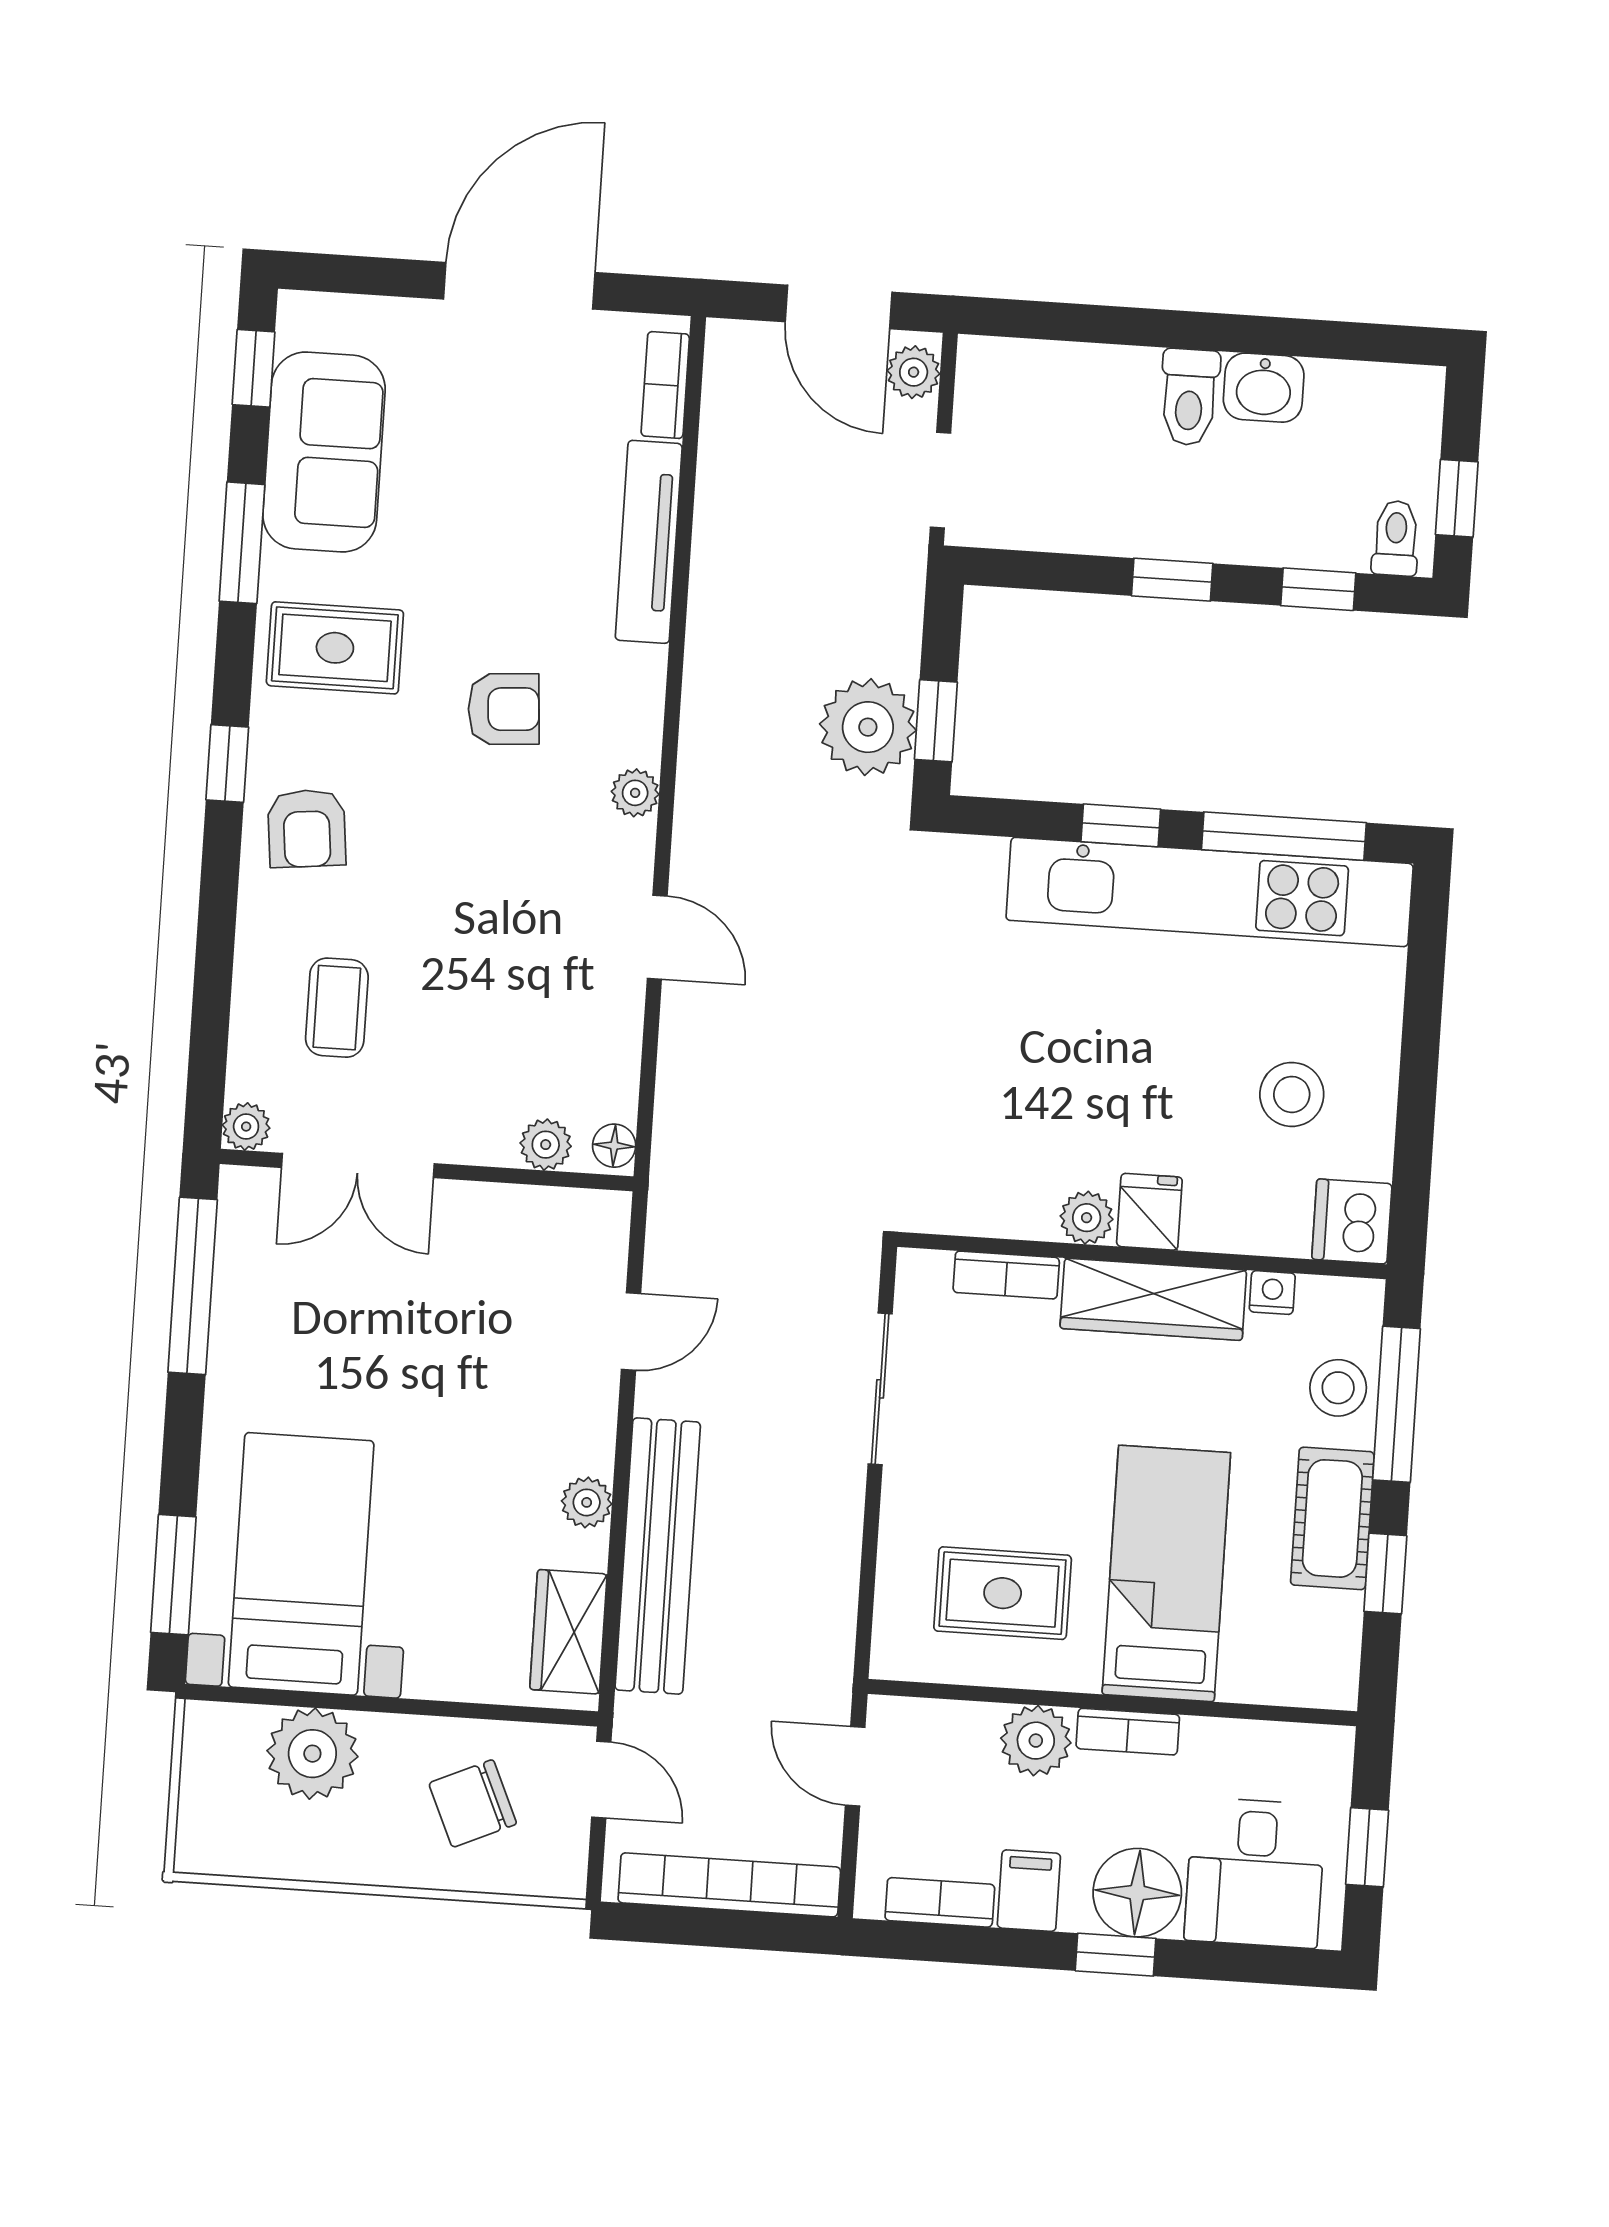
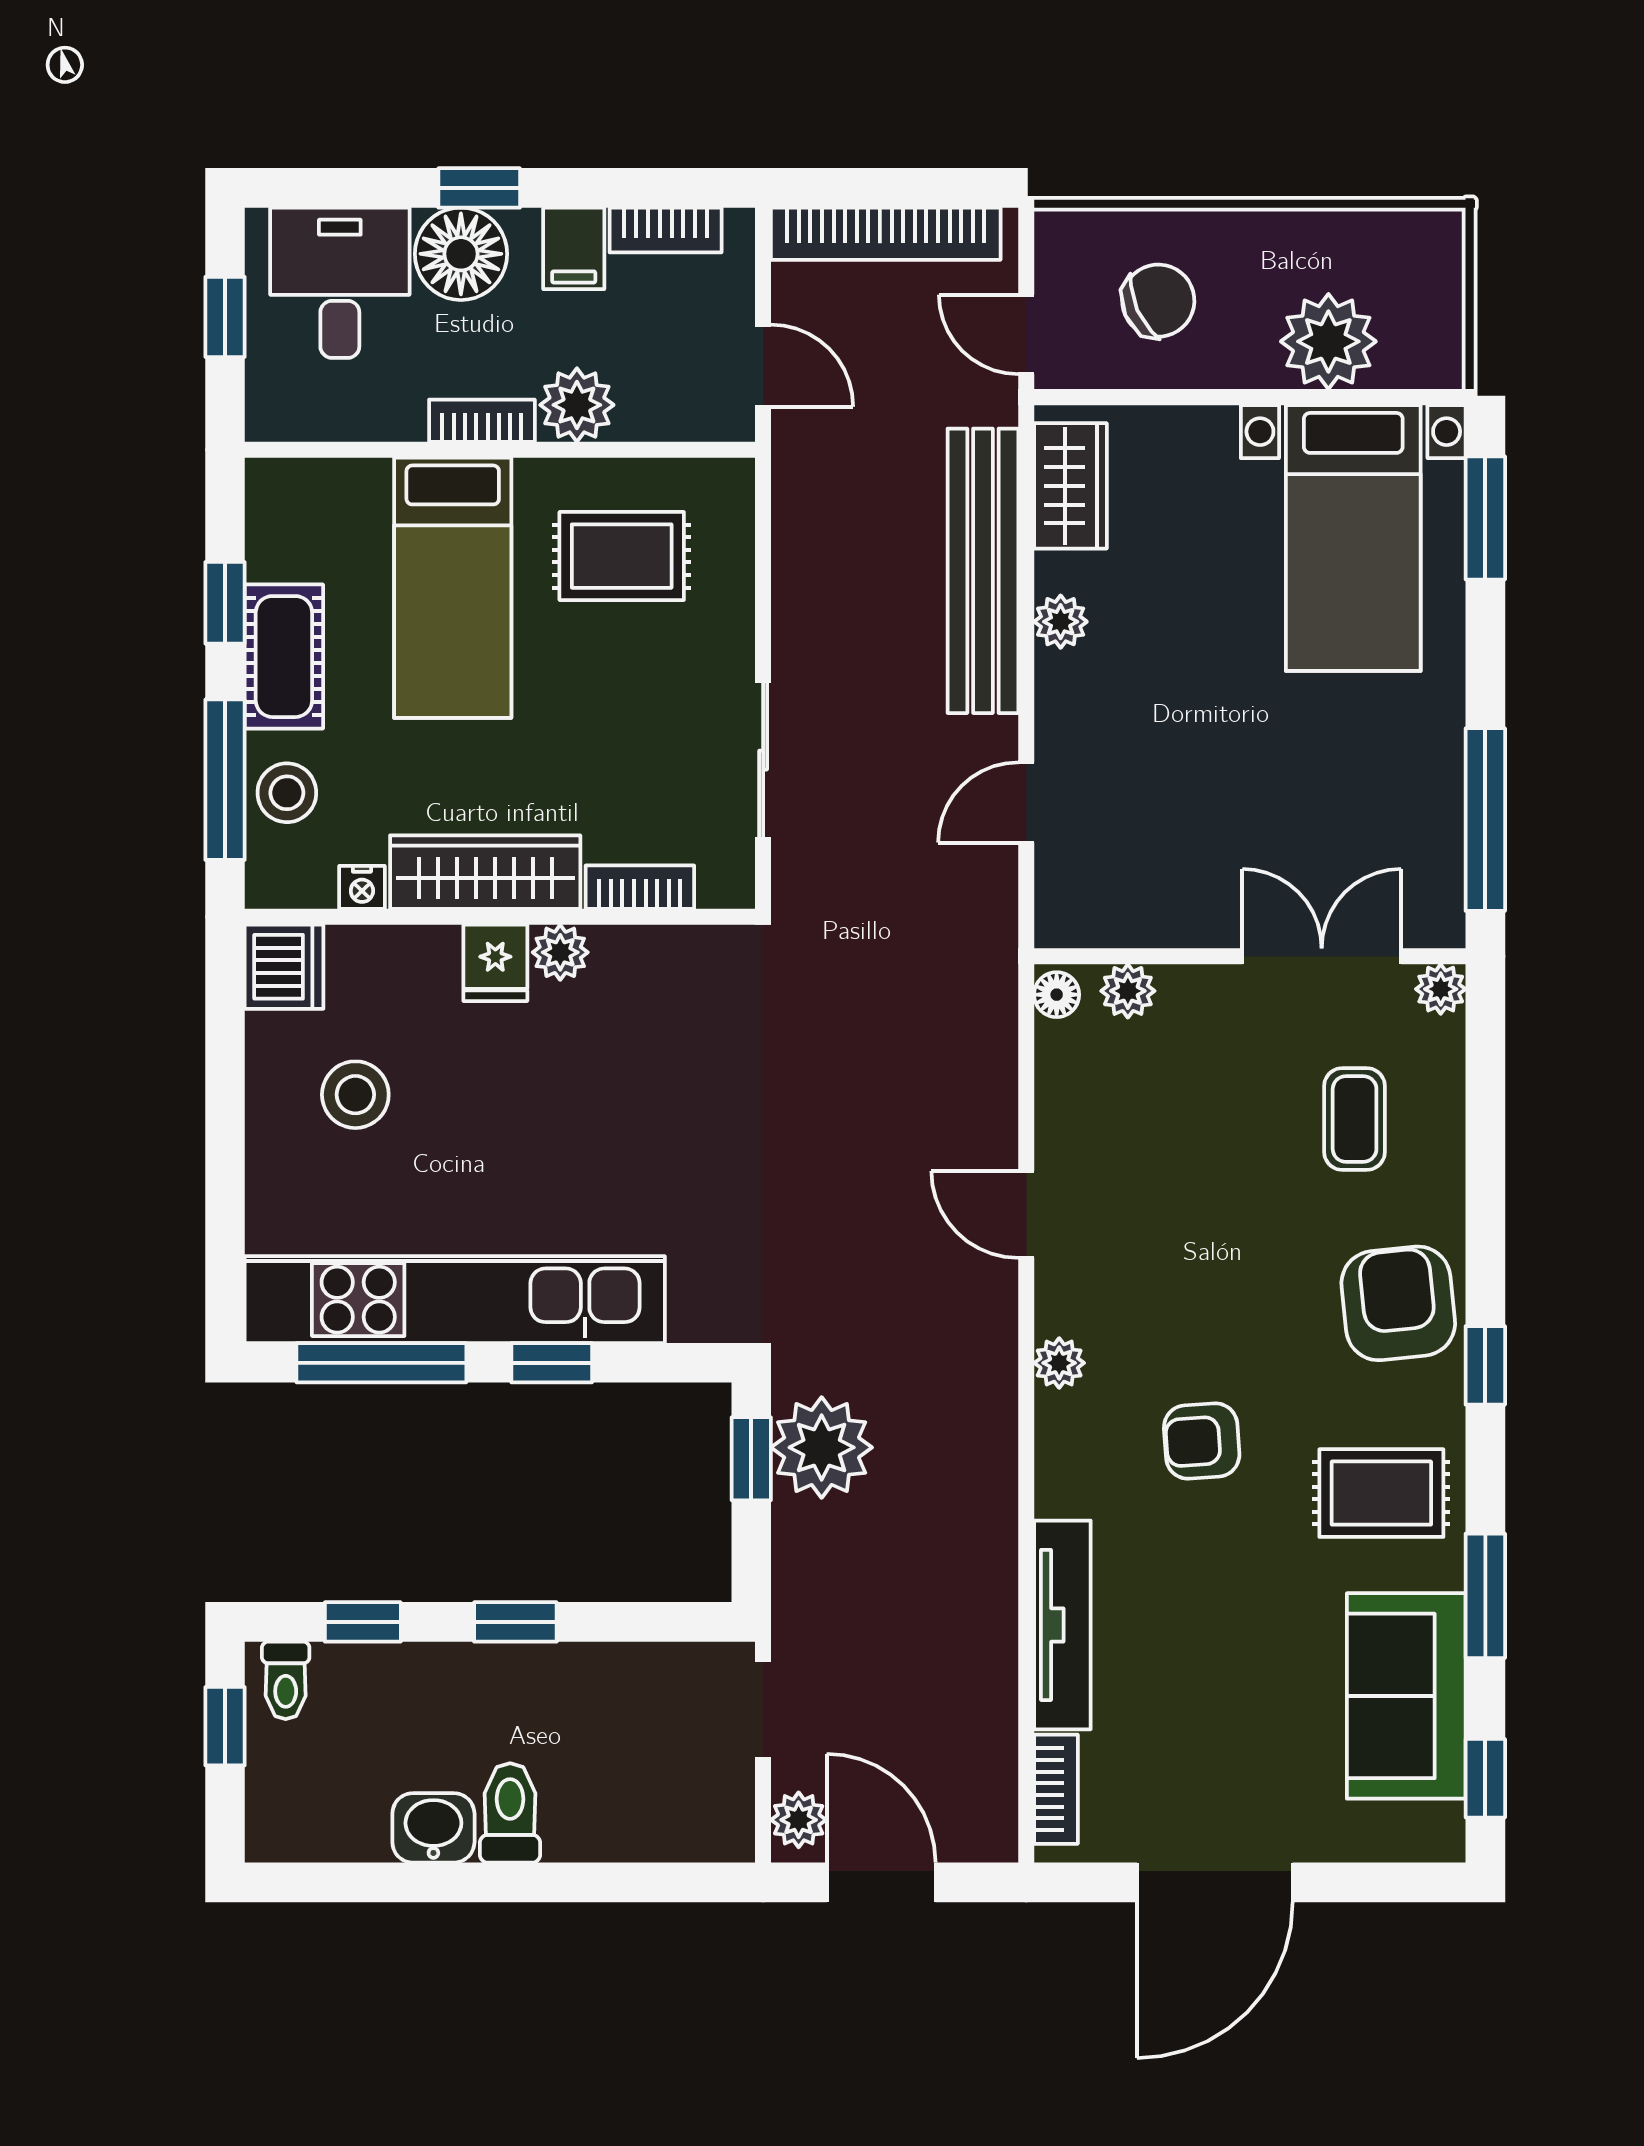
armchair: (307, 828) -> (1398, 1303), width x1.38, depth x1.38

